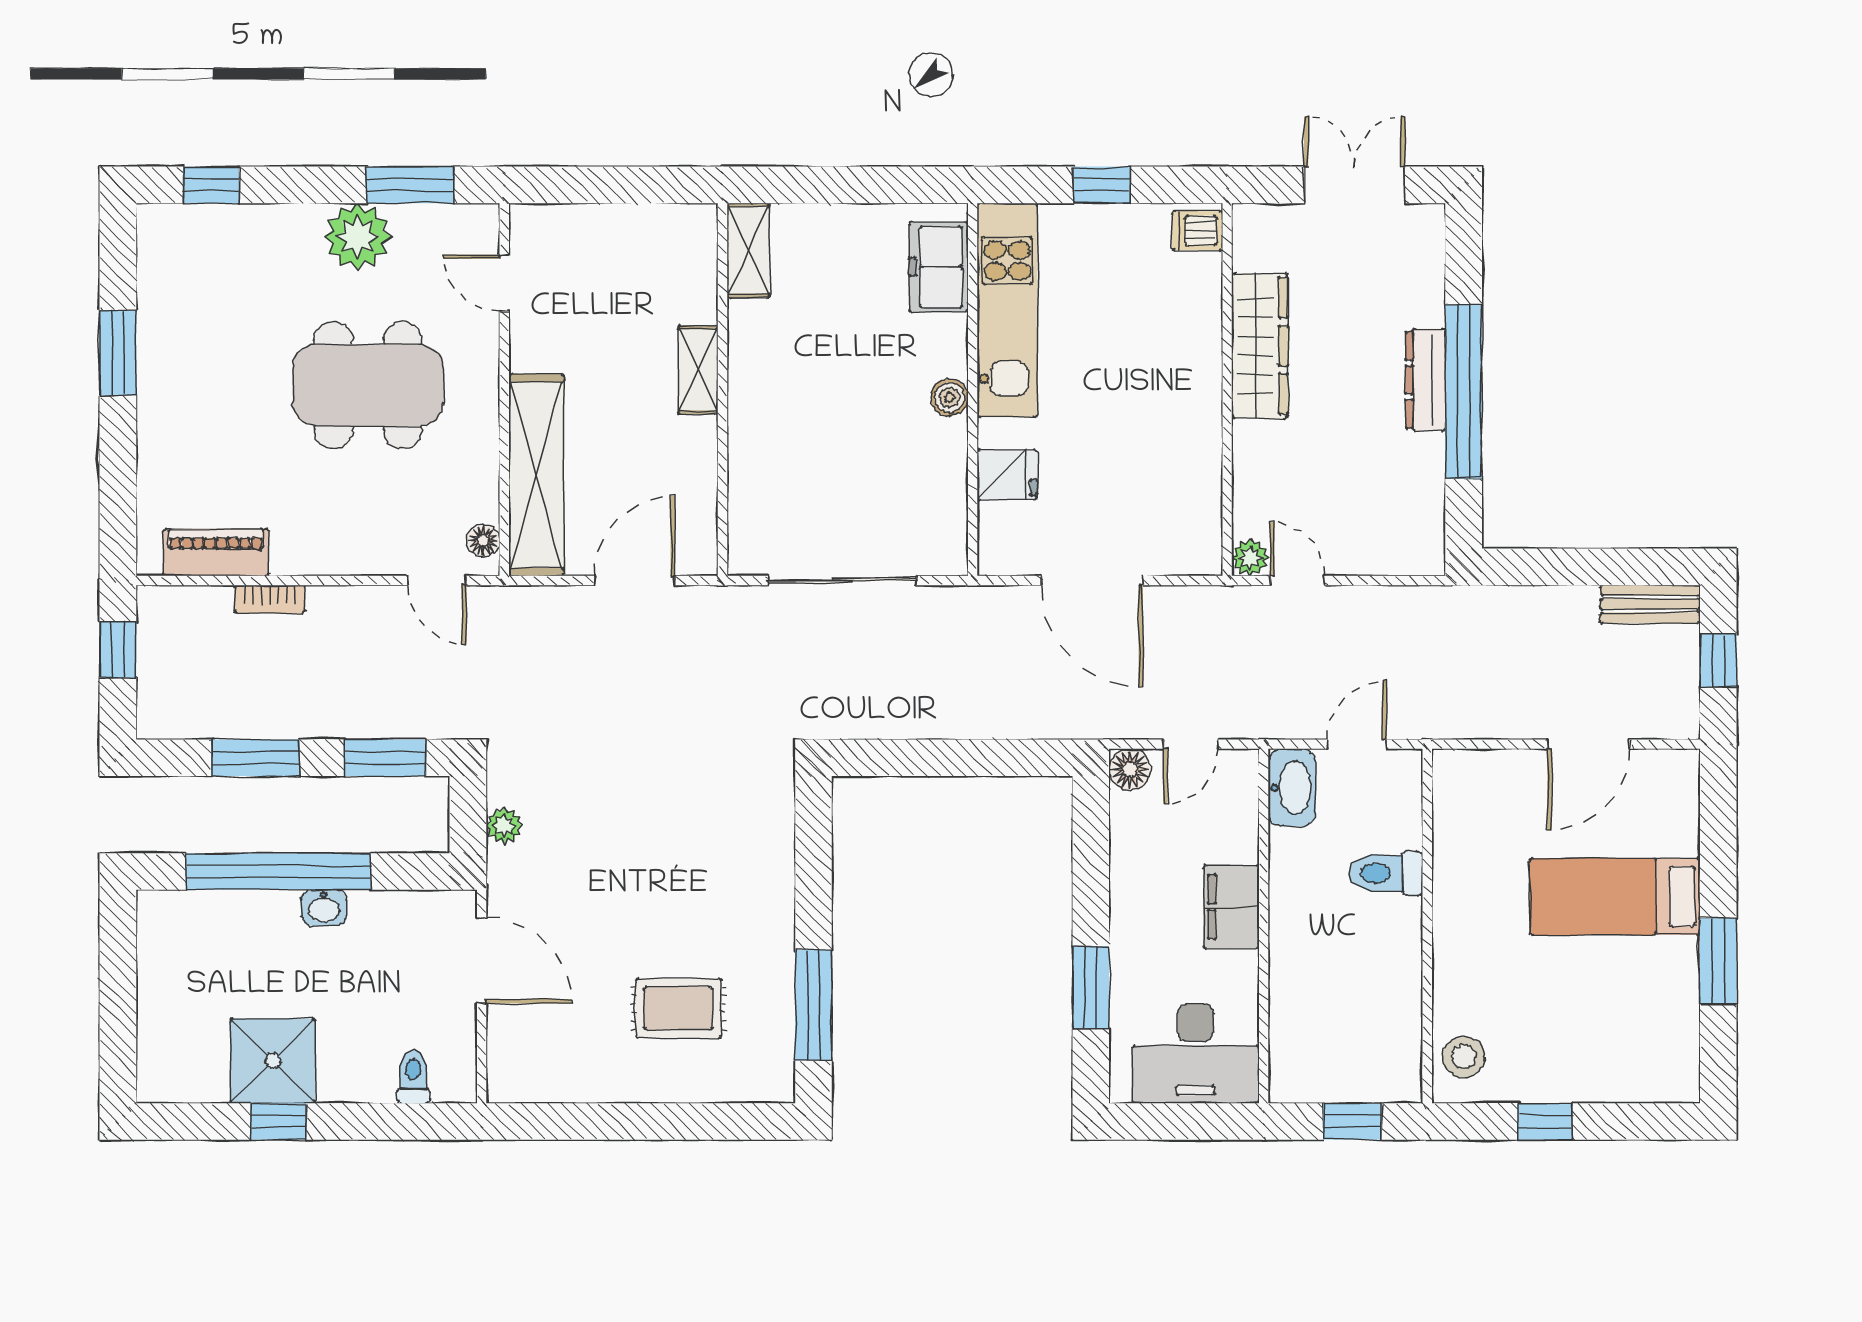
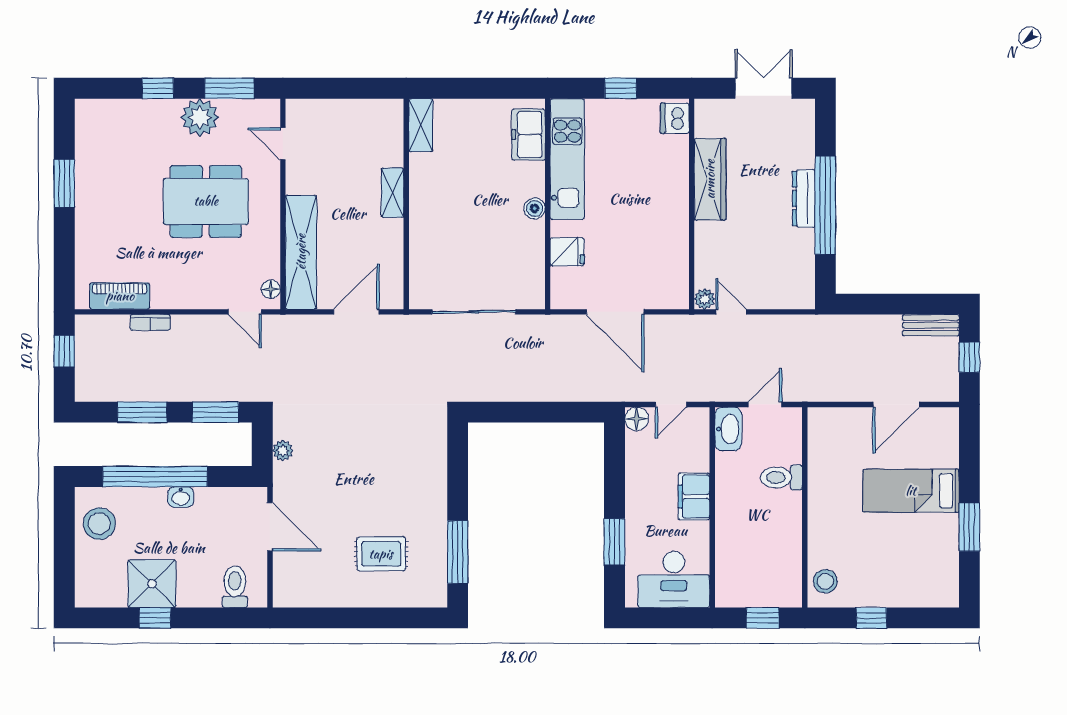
window: (211, 185) -> (158, 88), moved
dishwasher: (1197, 231) -> (675, 118), width x1.38
stool: (180, 955) -> (99, 524), added
toilet: (413, 1077) -> (235, 587), width x1.37, depth x1.39

